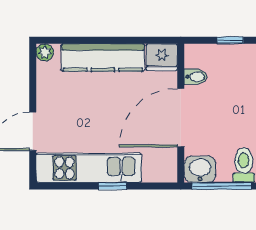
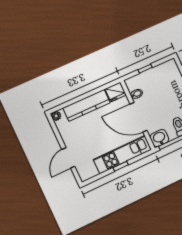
door: (181, 118) -> (138, 117), hinge flipped
kitchen unit: (89, 168) -> (122, 155), moved

